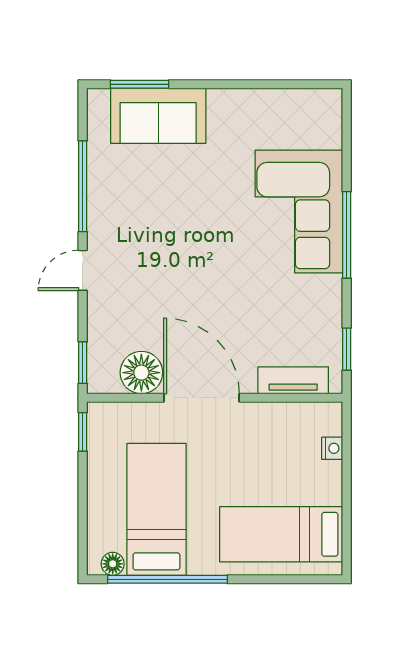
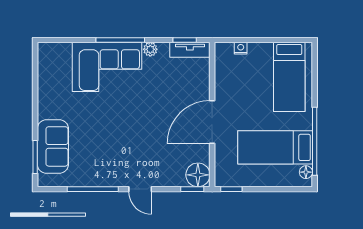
plant: (330, 288) -> (150, 49), added
floor lamp: (141, 373) -> (198, 175), moved
tv unit: (293, 380) -> (190, 50), moved, turned -90

